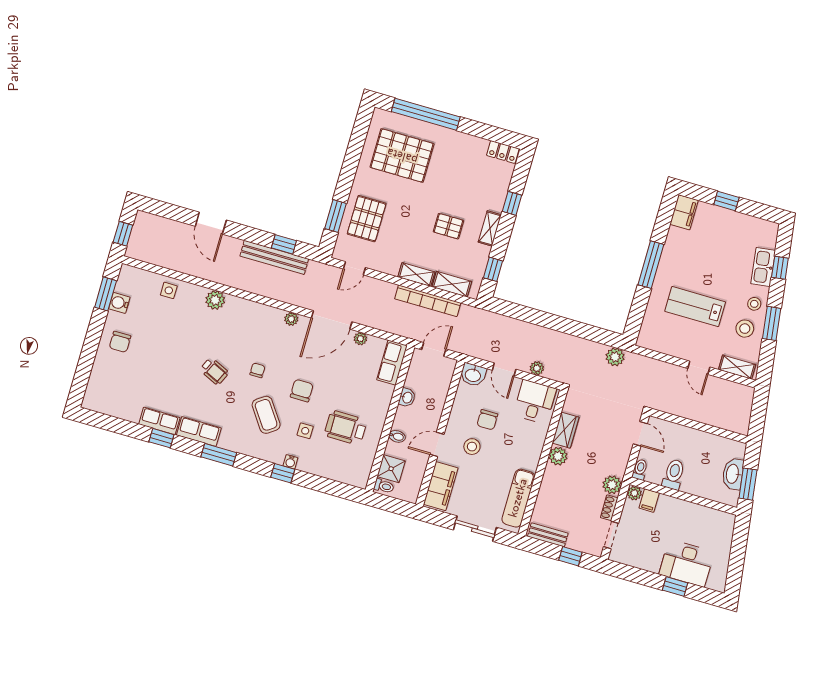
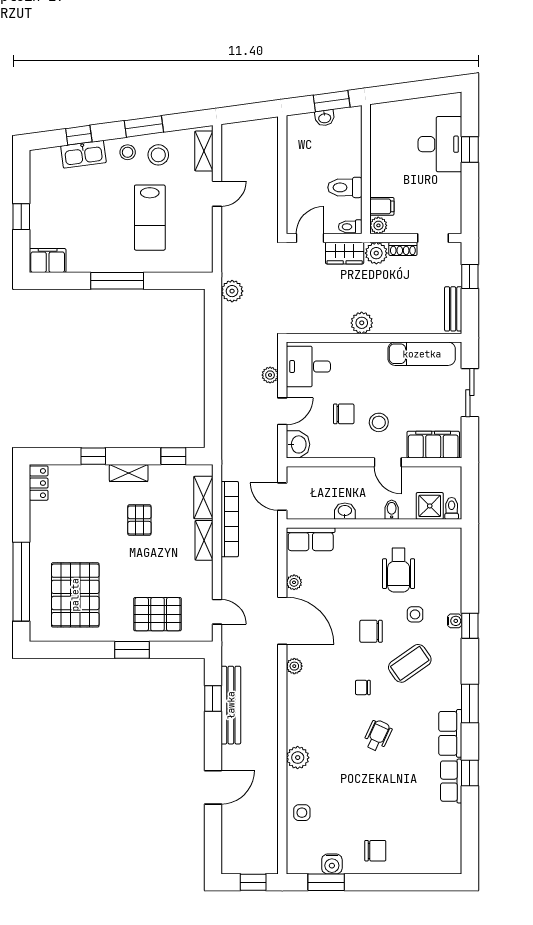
window: (336, 216) -> (132, 650), moved
wardrobe: (566, 430) -> (345, 253), moved, turned 180
washbasin: (733, 474) -> (325, 118), width x0.52, depth x0.69

